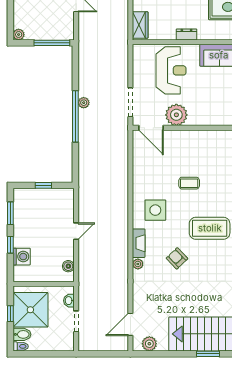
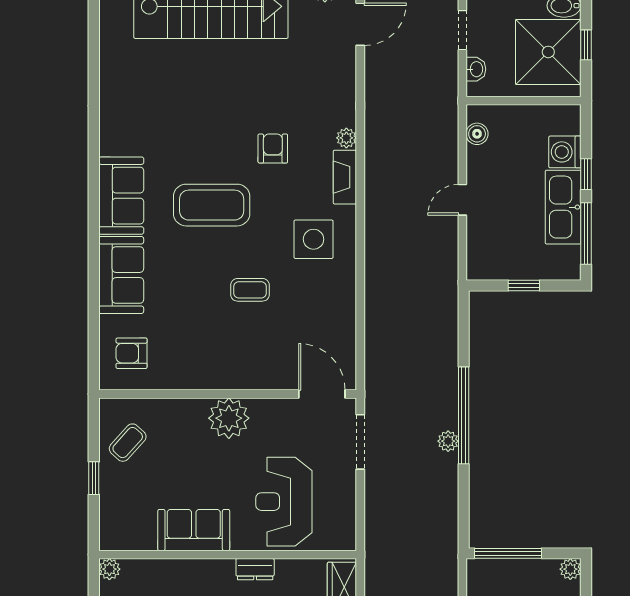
plant: (176, 115) -> (229, 418), moved
window: (10, 213) -> (586, 233), width x1.44
kitchen sink: (22, 227) -> (563, 207), added
armchair: (177, 258) -> (273, 149), turned -136

